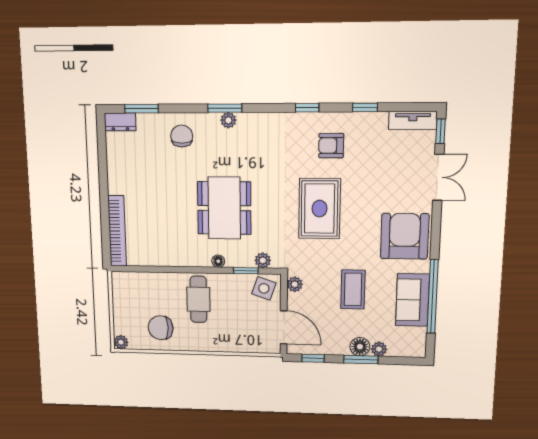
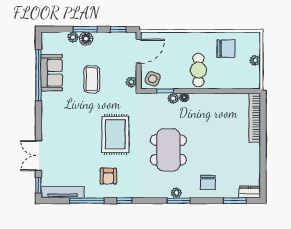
window: (365, 107) -> (87, 201), width x2.17
tv unit: (413, 120) -> (63, 192), width x1.41
armchair: (331, 146) -> (108, 176), turned 90
dining table: (224, 208) -> (168, 150), moved
armchair: (405, 236) -> (59, 116), removed
plant: (263, 260) -> (173, 98), moved
door: (284, 327) -> (139, 51), swing flipped
plant: (121, 342) -> (255, 60), moved

